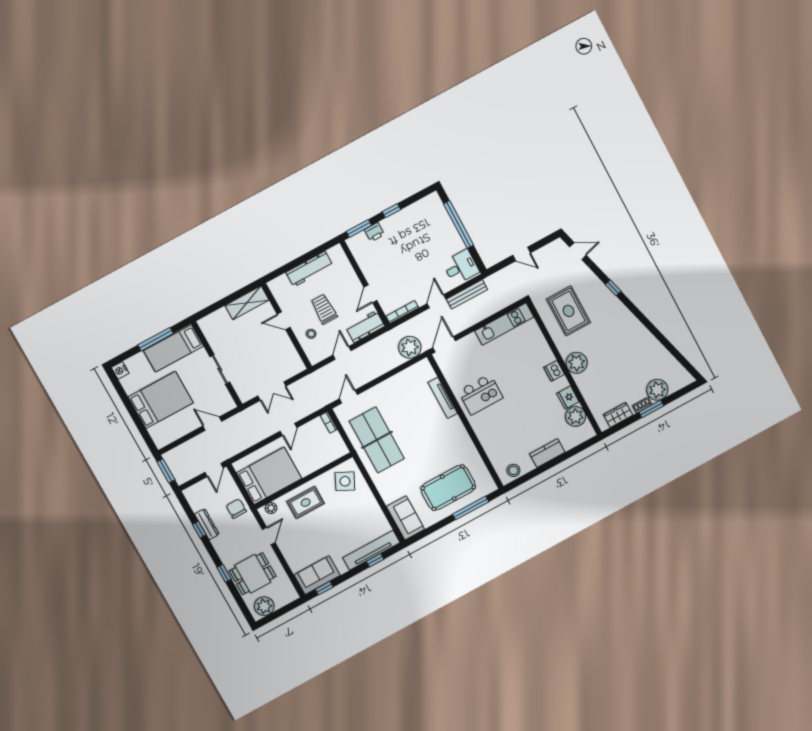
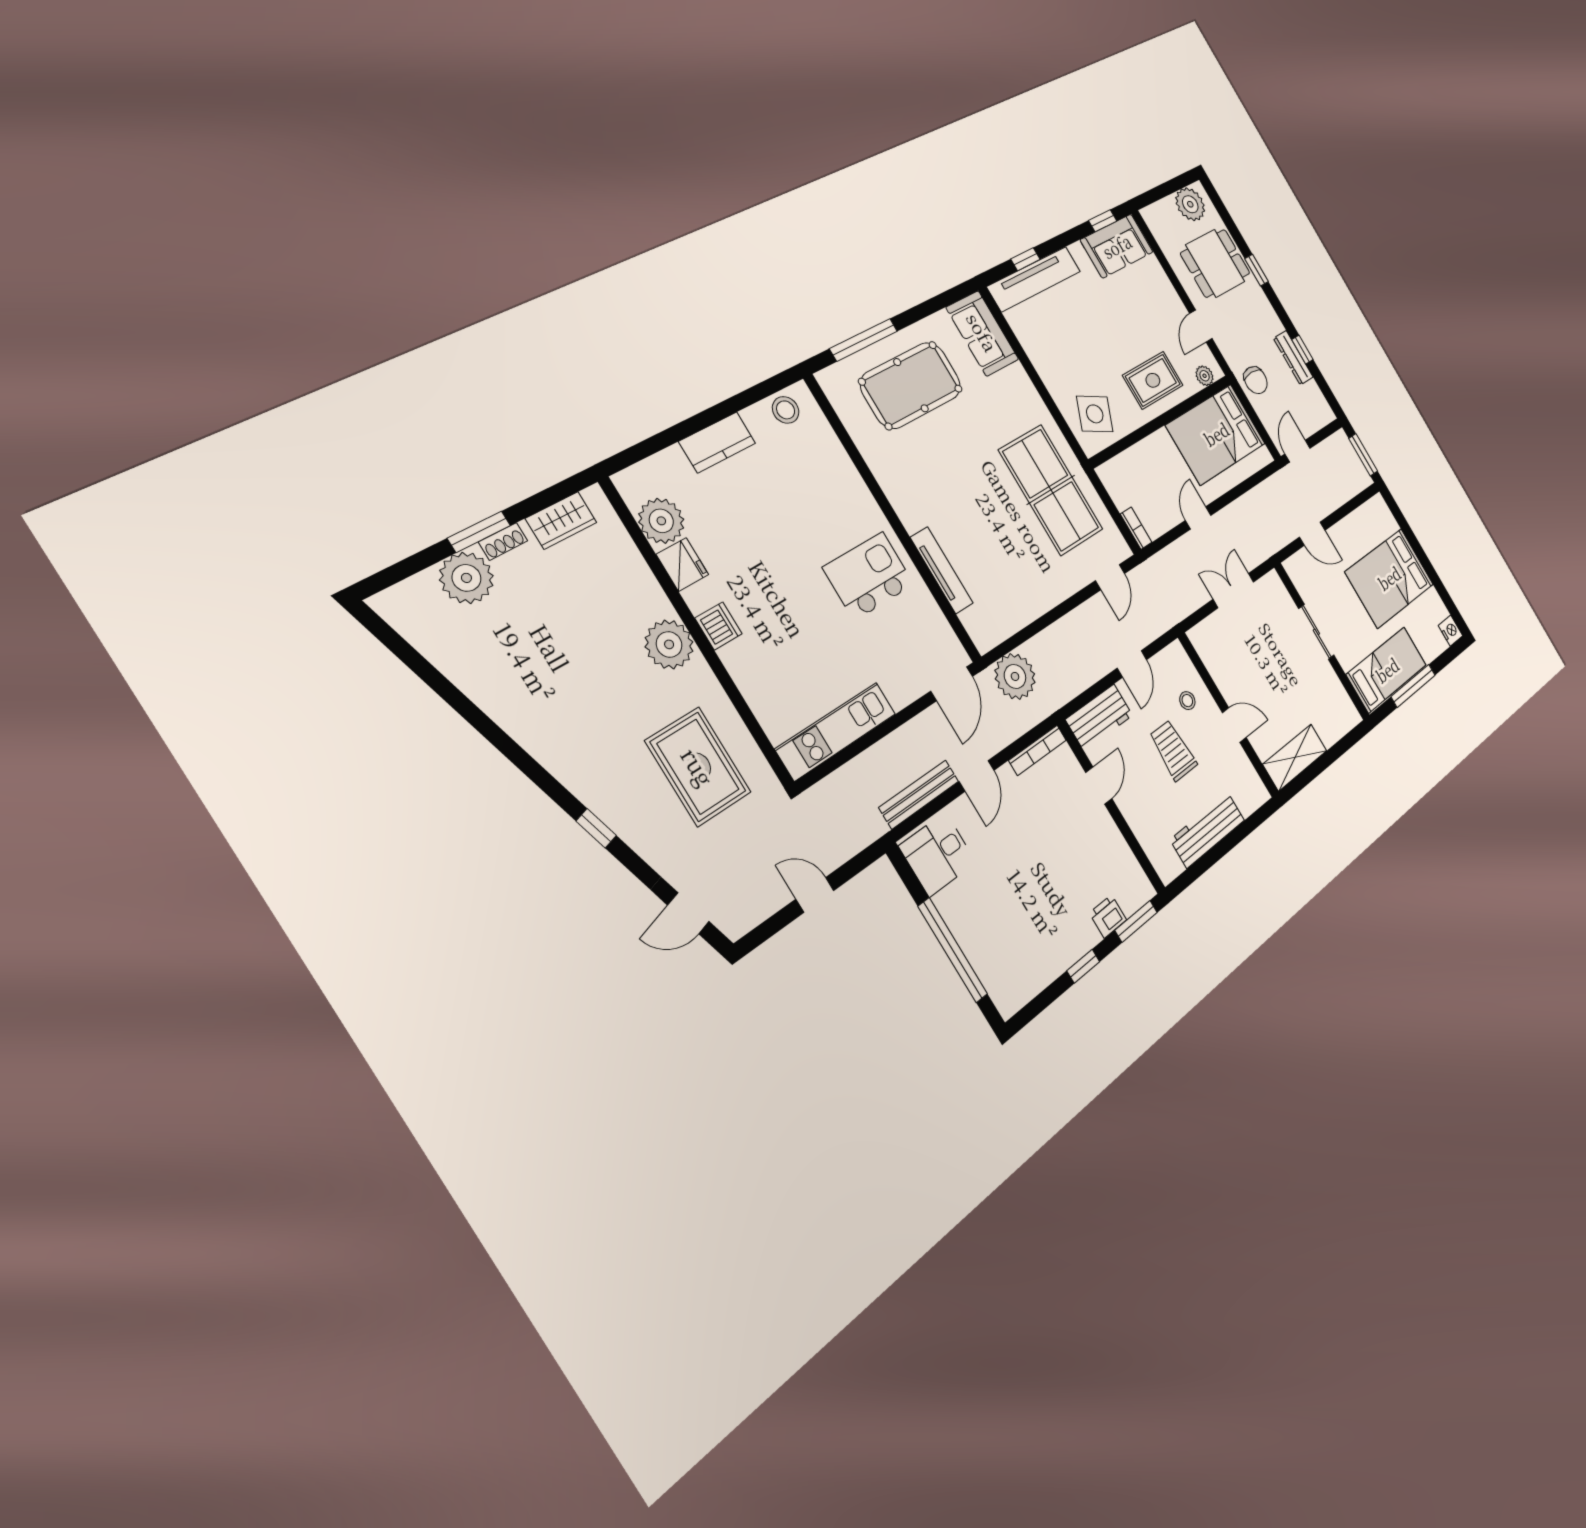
trolley: (324, 309) -> (1173, 750), turned 180

